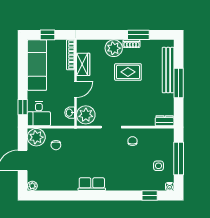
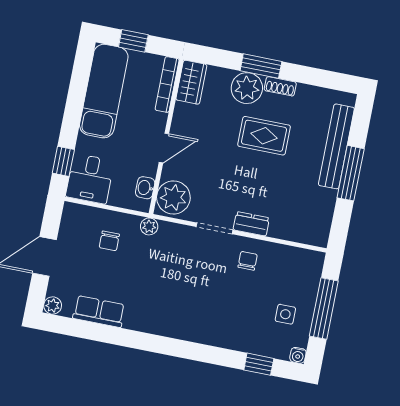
window: (138, 35) -> (261, 66), moved
wardrobe: (83, 64) -> (191, 82), moved
dresser: (165, 121) -> (251, 224), moved
plant: (36, 137) -> (149, 226), moved, width x0.53, depth x0.53
row of seats: (92, 184) -> (99, 312), moved

